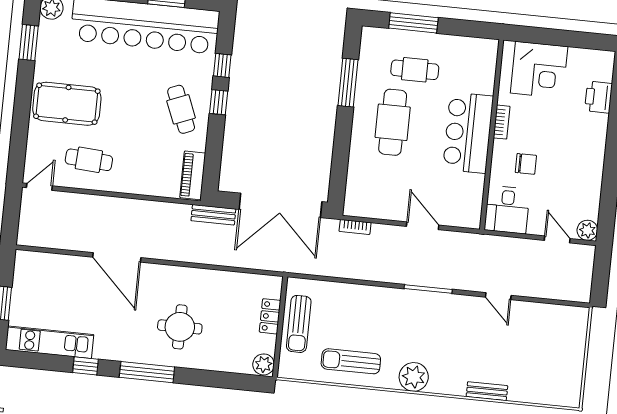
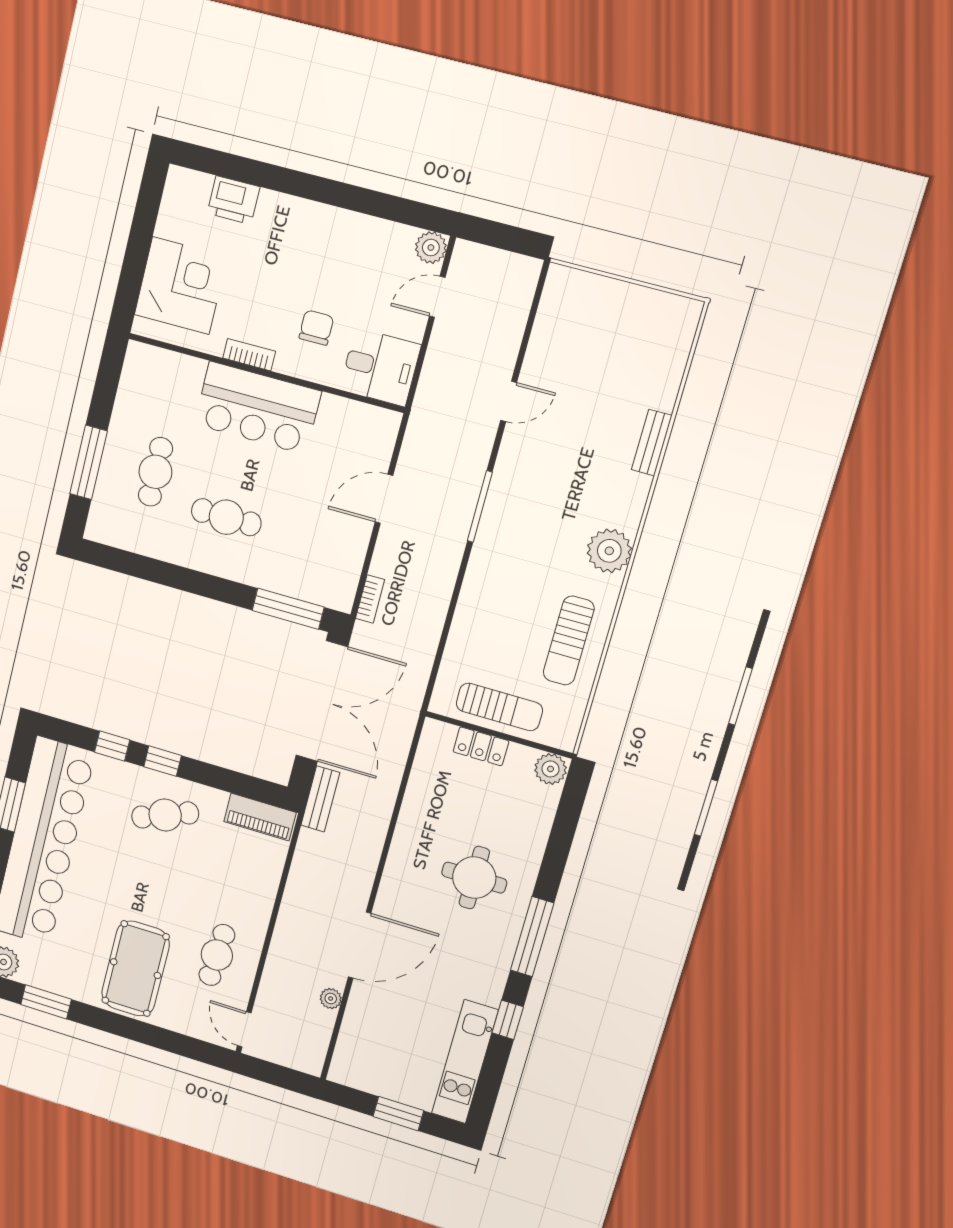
window: (348, 83) -> (288, 609), moved
cafe table: (393, 122) -> (226, 517), width x0.73, depth x0.74
plant: (75, 244) -> (331, 999), added

